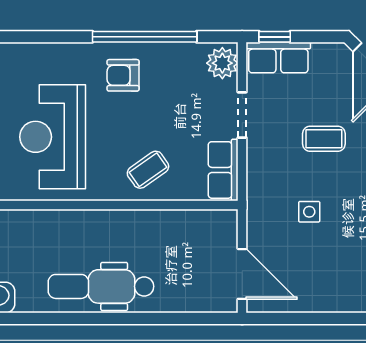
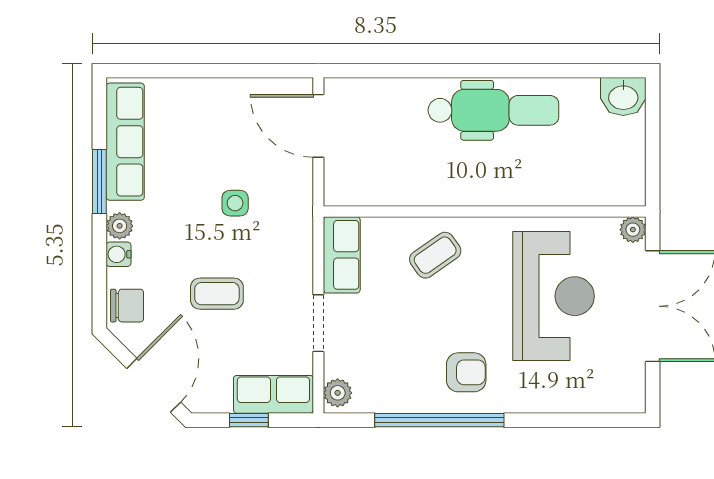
window: (275, 37) -> (249, 420), moved
plant: (222, 63) -> (338, 393), width x0.73, depth x0.73

